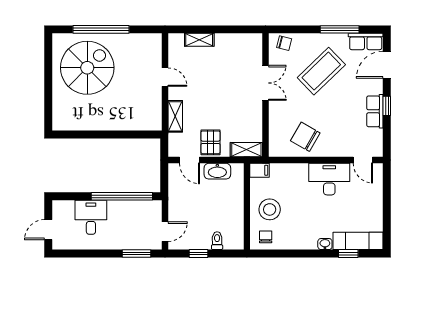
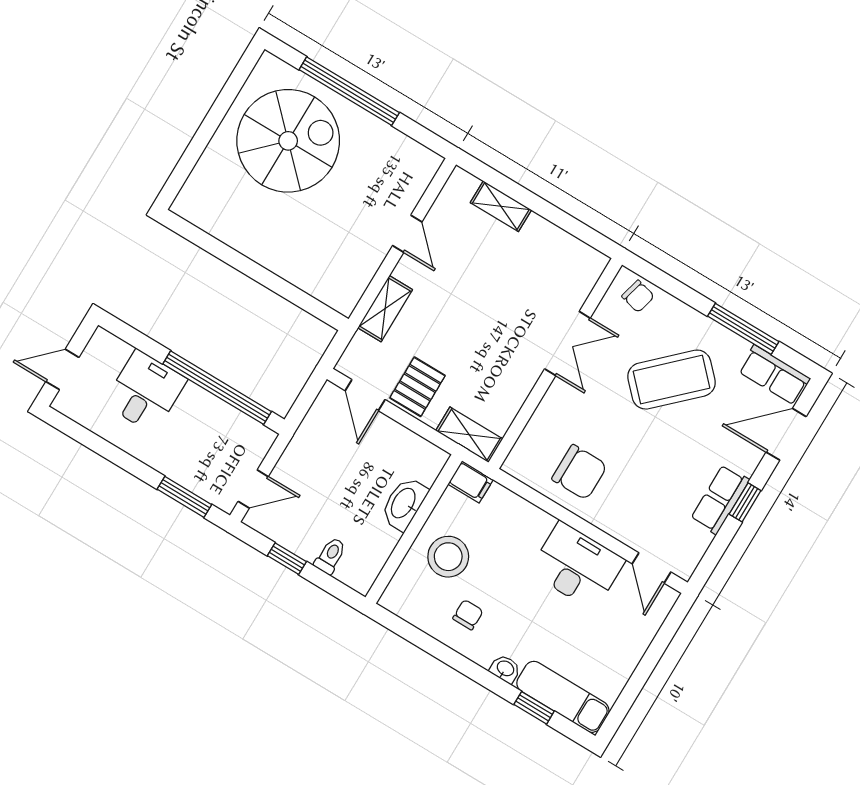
chair: (305, 137) -> (580, 472), turned 150
washbasin: (217, 171) -> (404, 504), moved, turned 90
chair: (266, 237) -> (468, 615), moved

